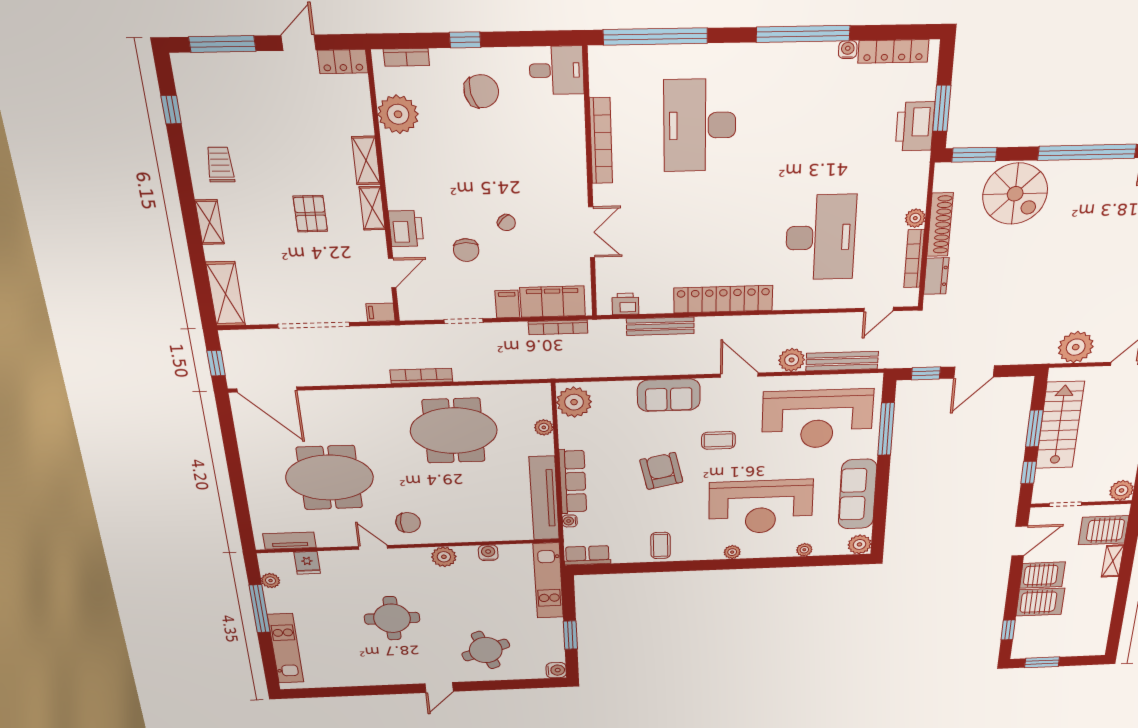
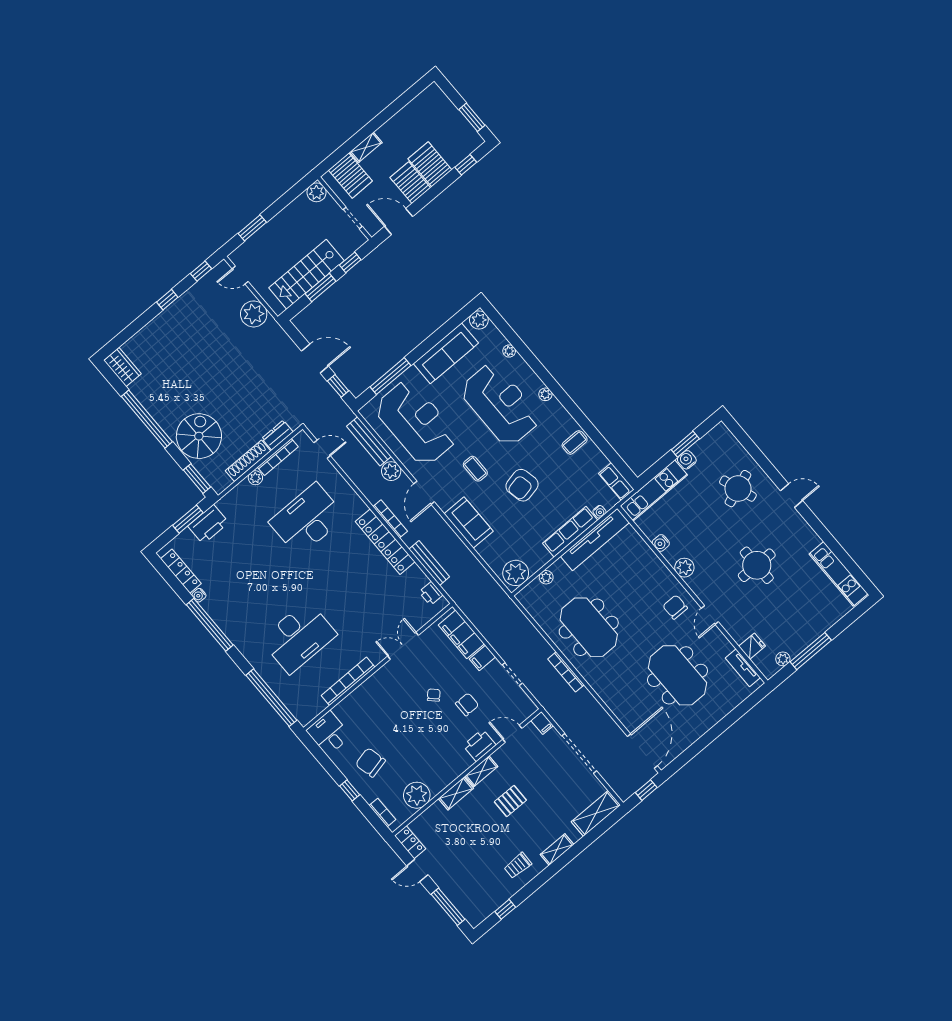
bookcase: (558, 327) -> (390, 519), moved
kitchen unit: (286, 649) -> (838, 574), moved, turned -90
water cooler: (556, 670) -> (687, 460), moved

